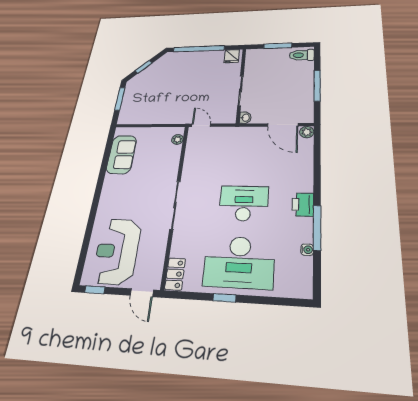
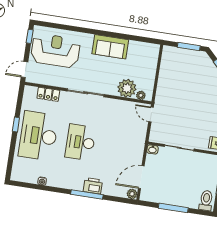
door: (201, 125) -> (151, 114), swing flipped
sofa: (122, 154) -> (110, 47), moved
plant: (169, 156) -> (127, 88), added
desk: (244, 203) -> (80, 142), turned 180
printer: (303, 204) -> (93, 186), moved
window: (317, 228) -> (87, 195), moved
locker: (175, 274) -> (48, 94), moved

